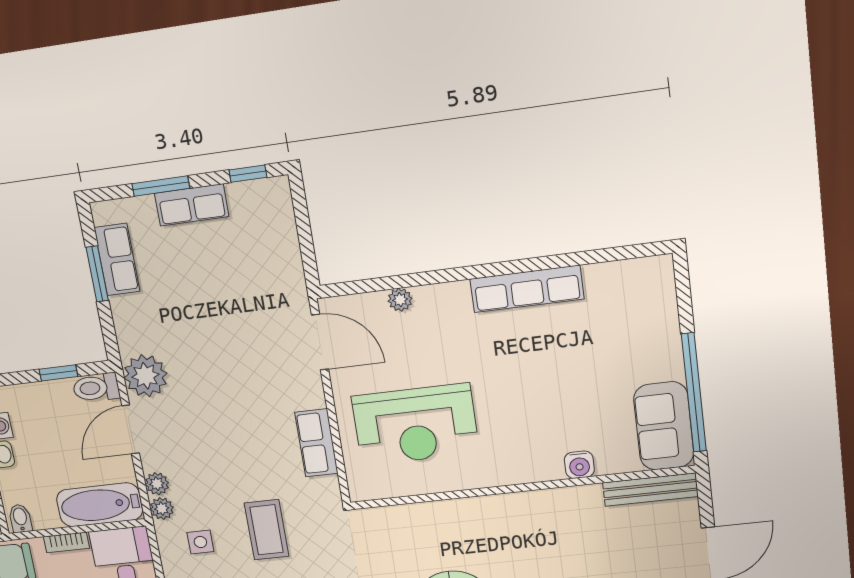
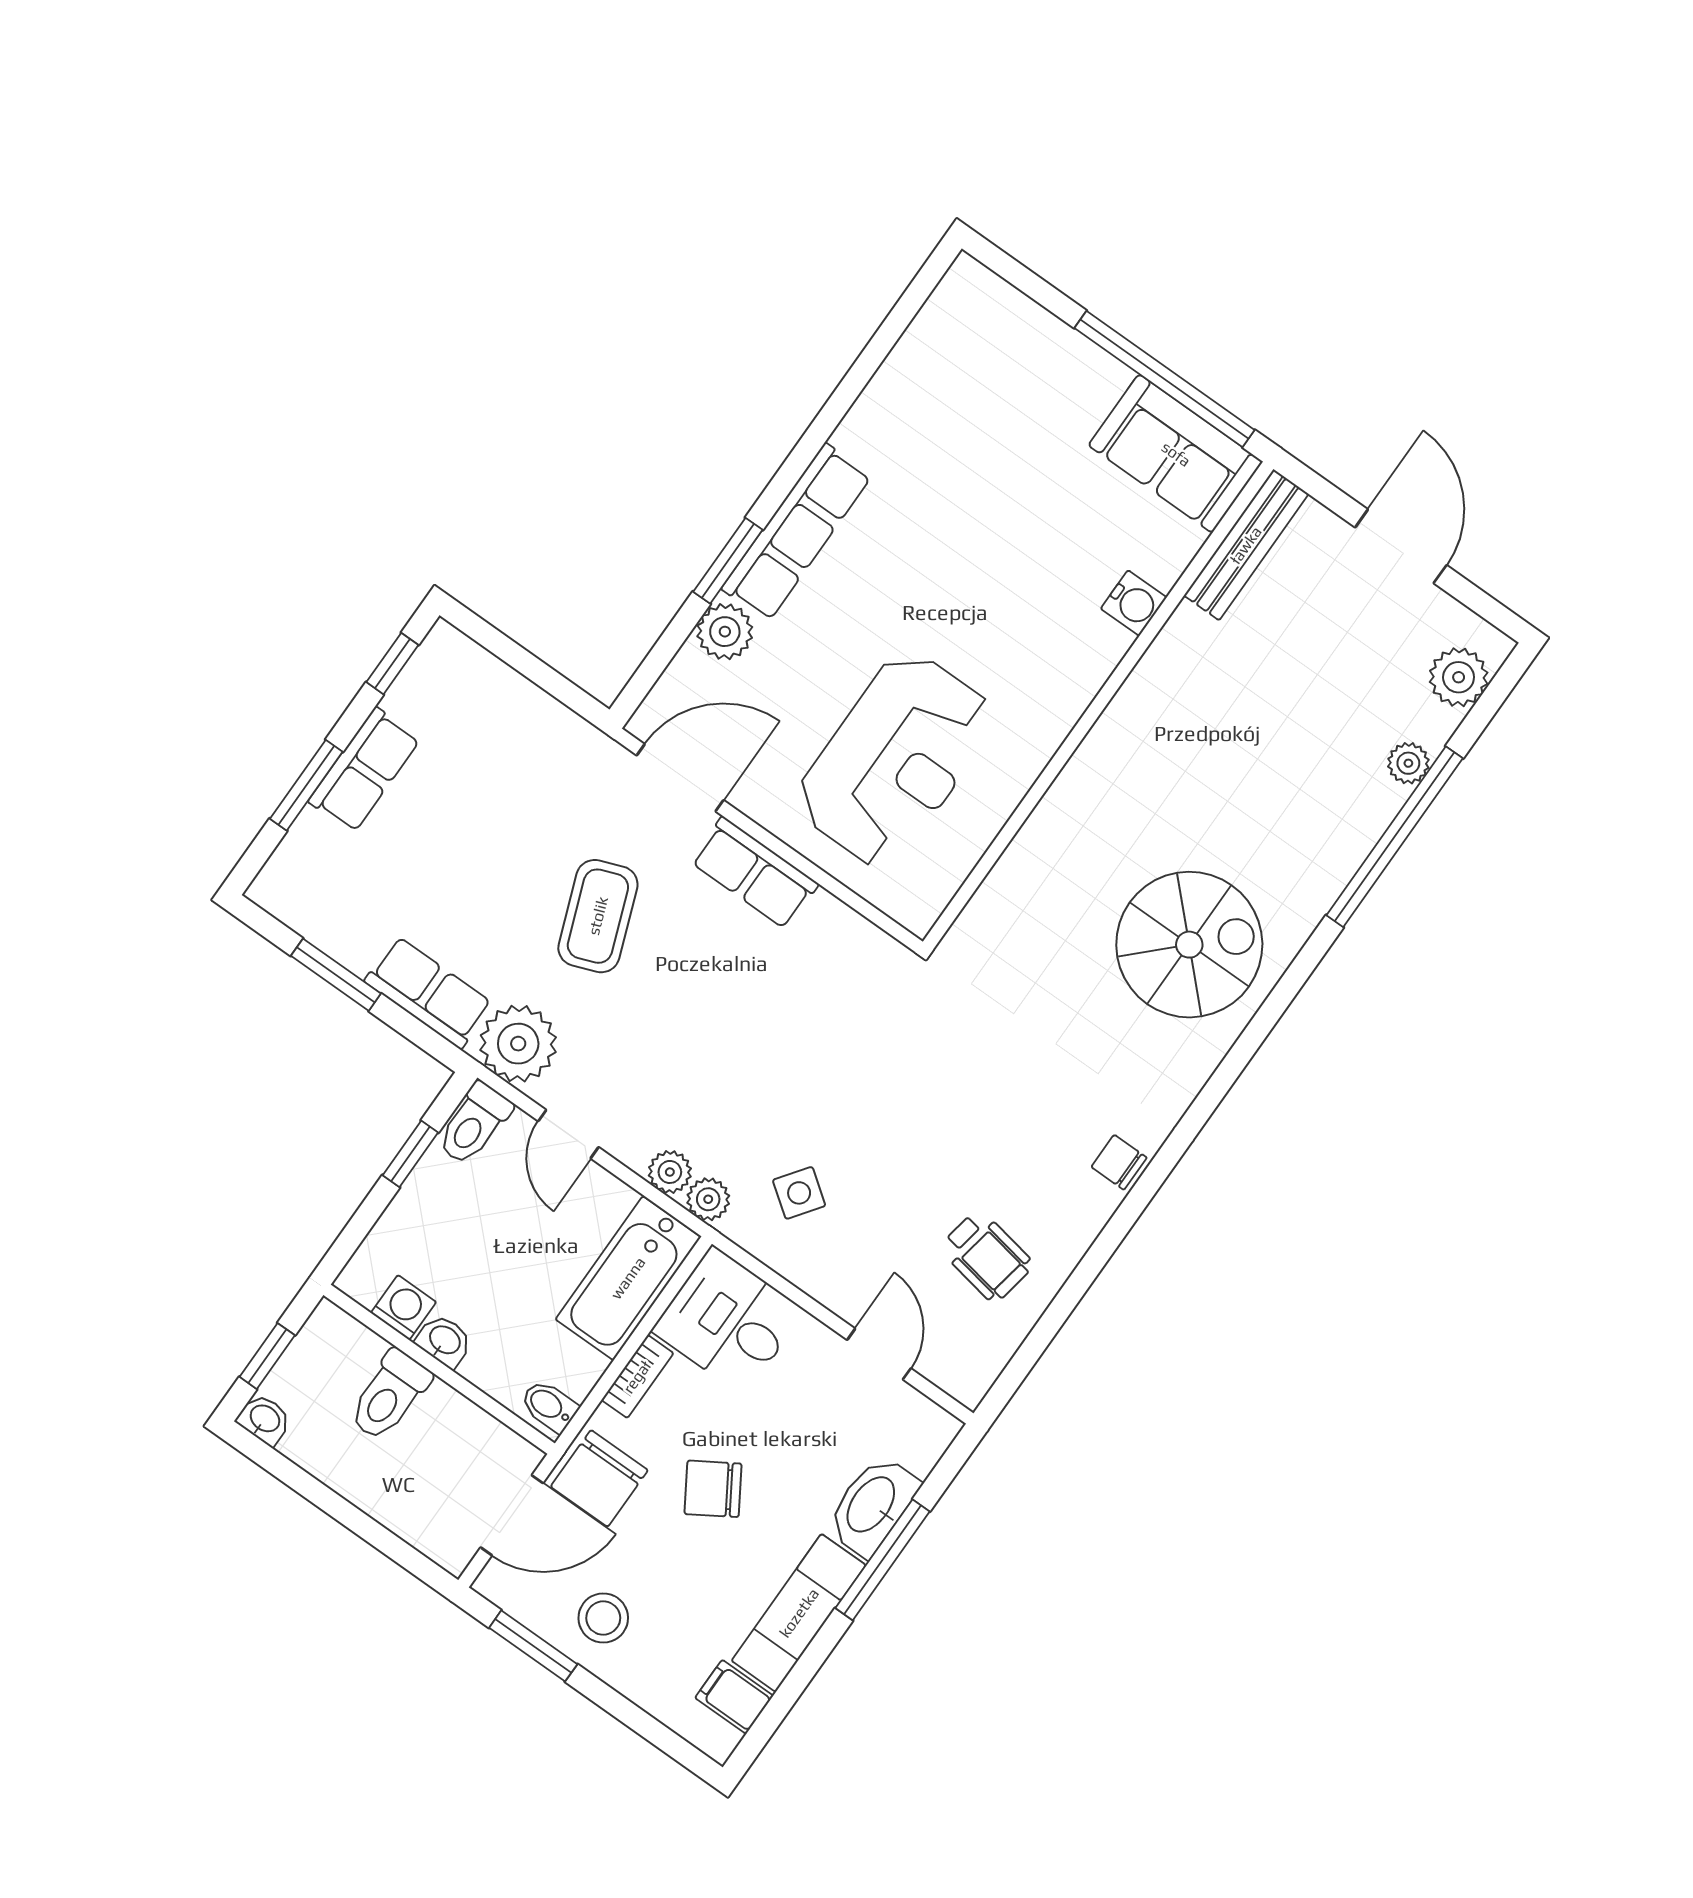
row of seats: (117, 260) -> (429, 992), moved
window: (433, 277) -> (728, 561), added
row of seats: (527, 289) -> (797, 532), moved
plant: (400, 300) -> (725, 632), width x1.38, depth x1.38
door: (131, 429) -> (568, 1134), width x0.73
row of seats: (316, 443) -> (754, 873), moved
coffee table: (267, 530) -> (598, 916), moved, turned 69
side table: (200, 542) -> (799, 1193), turned 36

